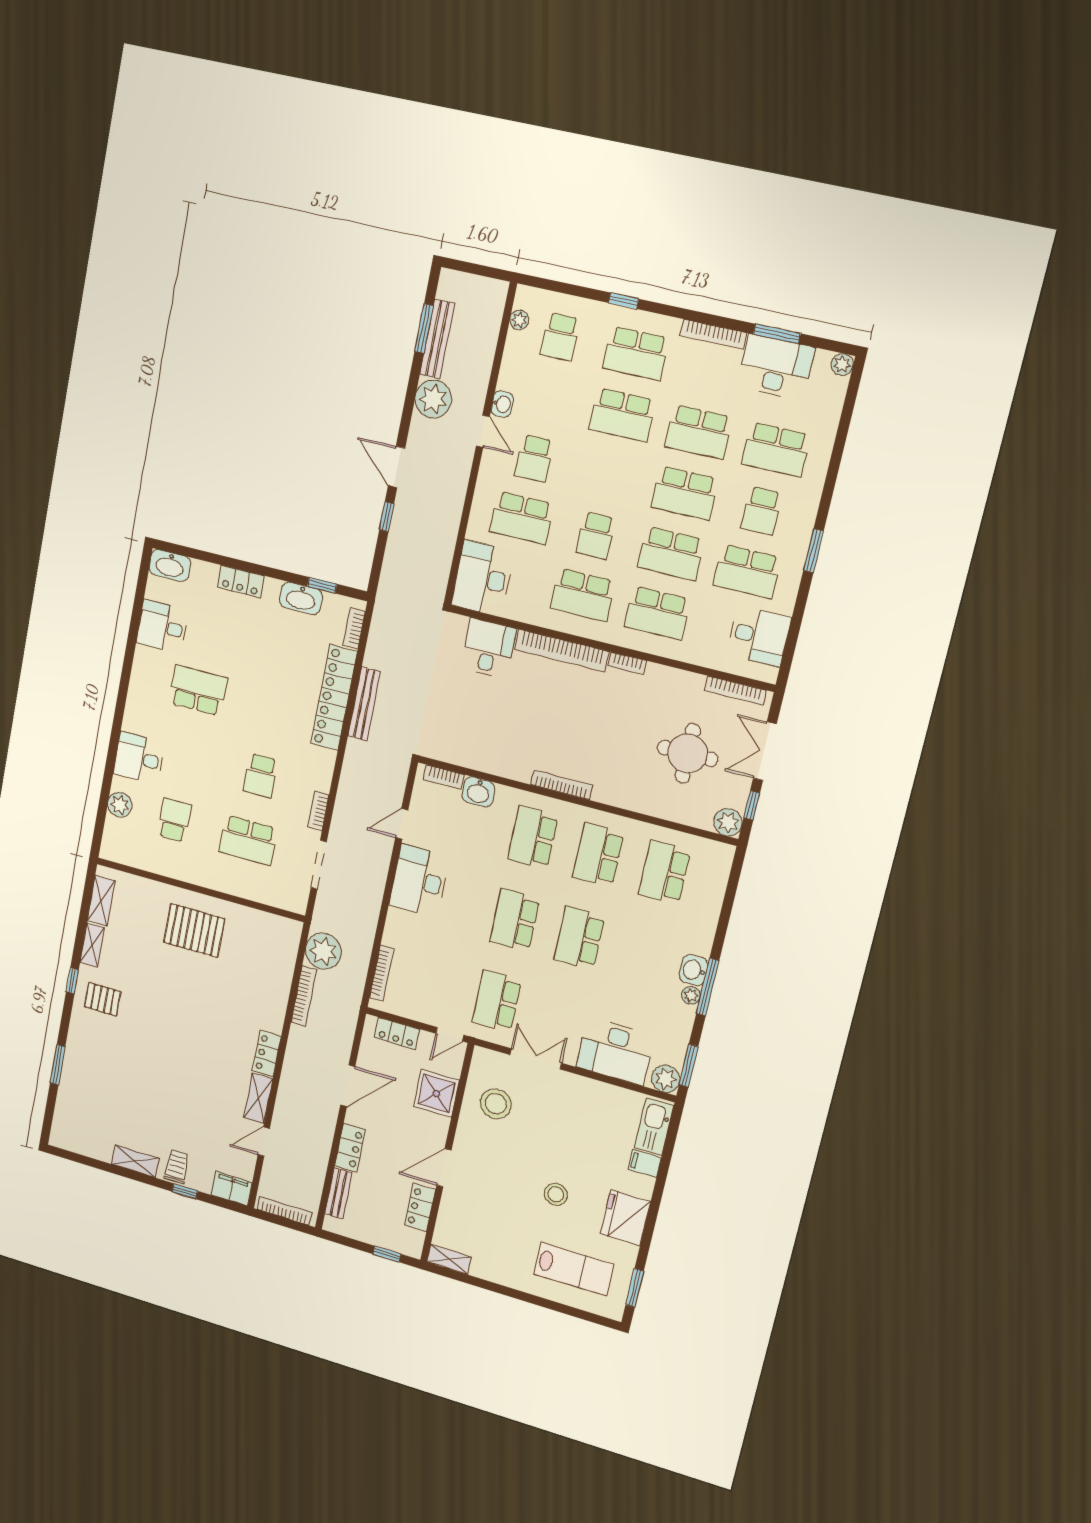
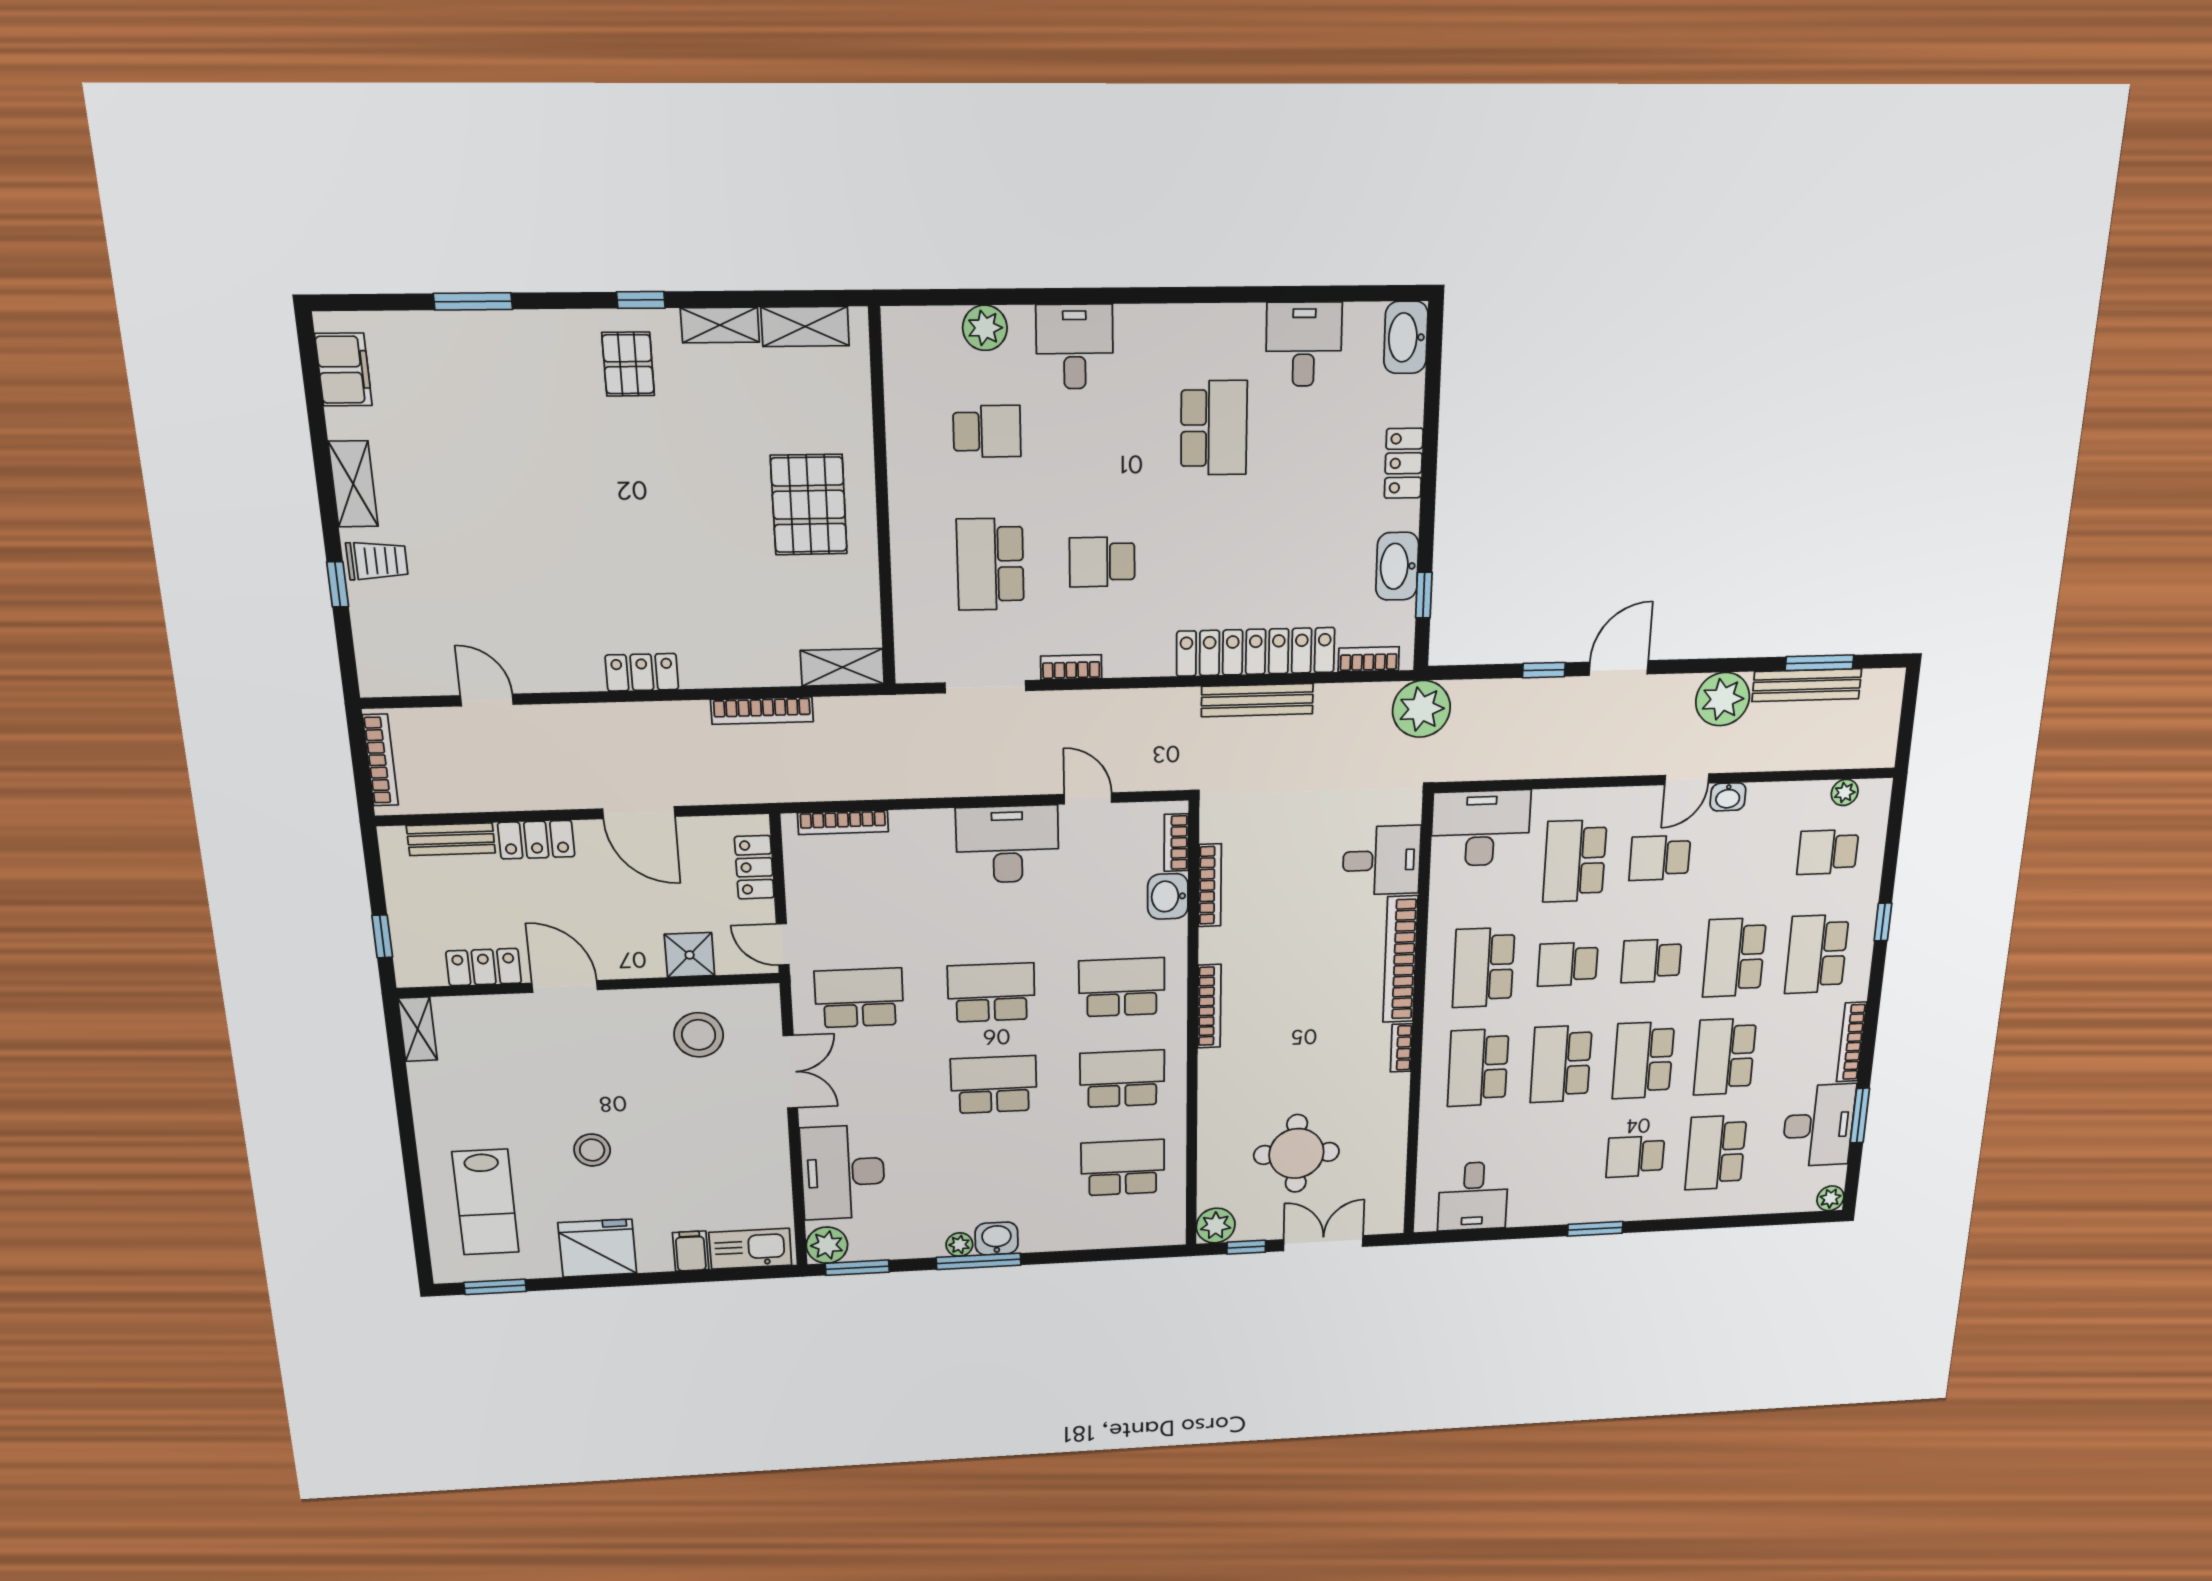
school desk: (747, 571) -> (1651, 961), moved, width x0.54
bookcase: (735, 690) -> (1210, 885), moved, turned 180
plant: (323, 951) -> (1421, 709), moved
shower: (436, 1093) -> (690, 955), width x0.73, depth x0.73
shelving: (258, 1098) -> (842, 667), moved
filing cabinet: (232, 1189) -> (344, 370), moved

